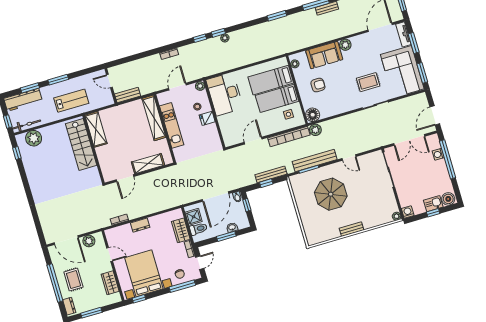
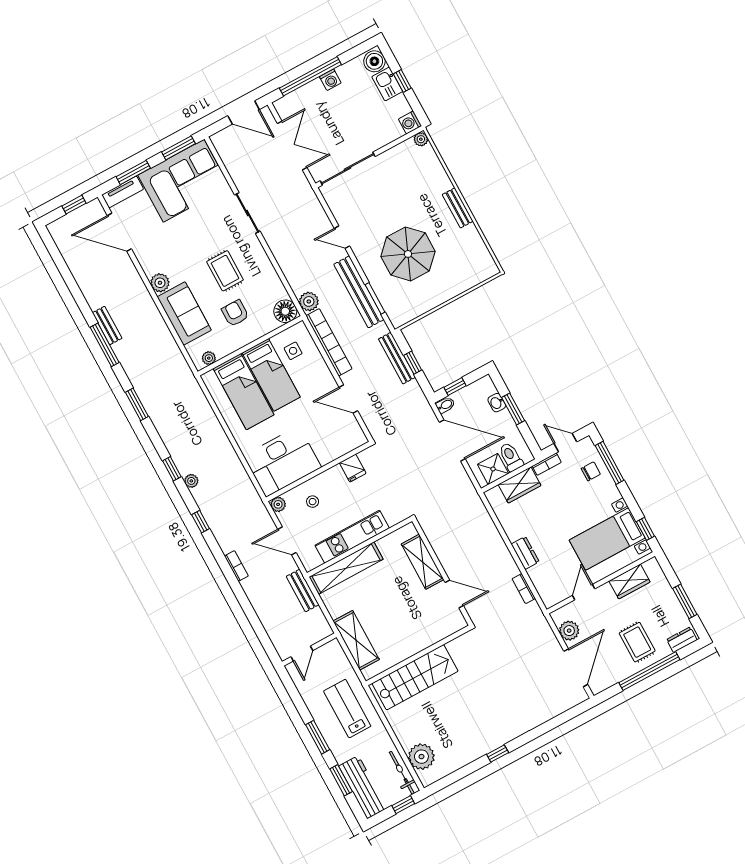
window: (218, 33) -> (172, 469), moved
rug: (368, 82) -> (225, 271), moved
bench: (128, 95) -> (303, 591), moved
fridge: (207, 118) -> (353, 468), moved
shelving: (96, 129) -> (356, 640), moved, turned 90
window: (17, 153) -> (498, 753), moved
washing machine: (438, 154) -> (330, 80), moved
door: (349, 157) -> (342, 237), swing flipped
bed with nightstands: (144, 273) -> (607, 539), width x0.73
rug: (73, 280) -> (637, 642), turned 90

